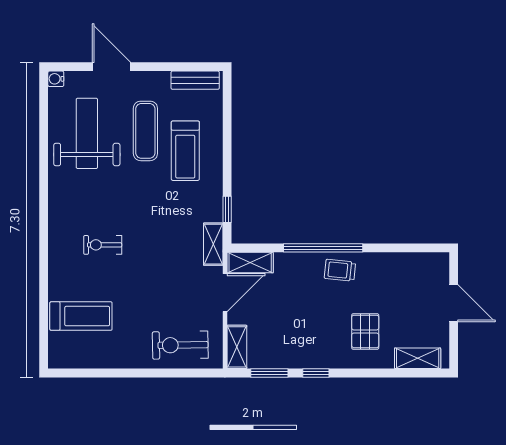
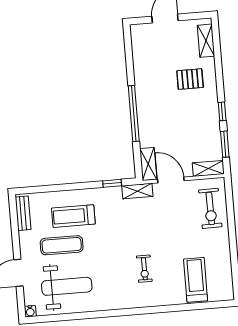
weight bench: (87, 133) -> (67, 286), turned 180
treadmill: (185, 151) -> (73, 216), turned 180
trolley: (340, 270) -> (148, 100), removed

